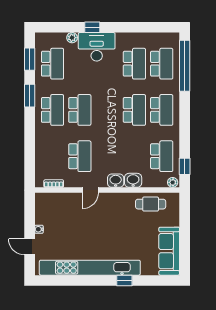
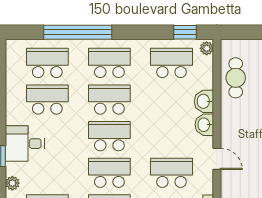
desk: (97, 47) -> (25, 144), width x0.73
window: (185, 66) -> (78, 32), moved
school desk: (107, 110) -> (109, 136), added

